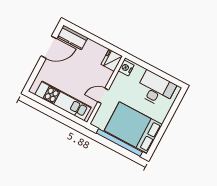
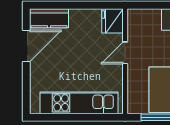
nightstand: (126, 68) -> (135, 21), removed
door: (103, 96) -> (125, 53), moved

